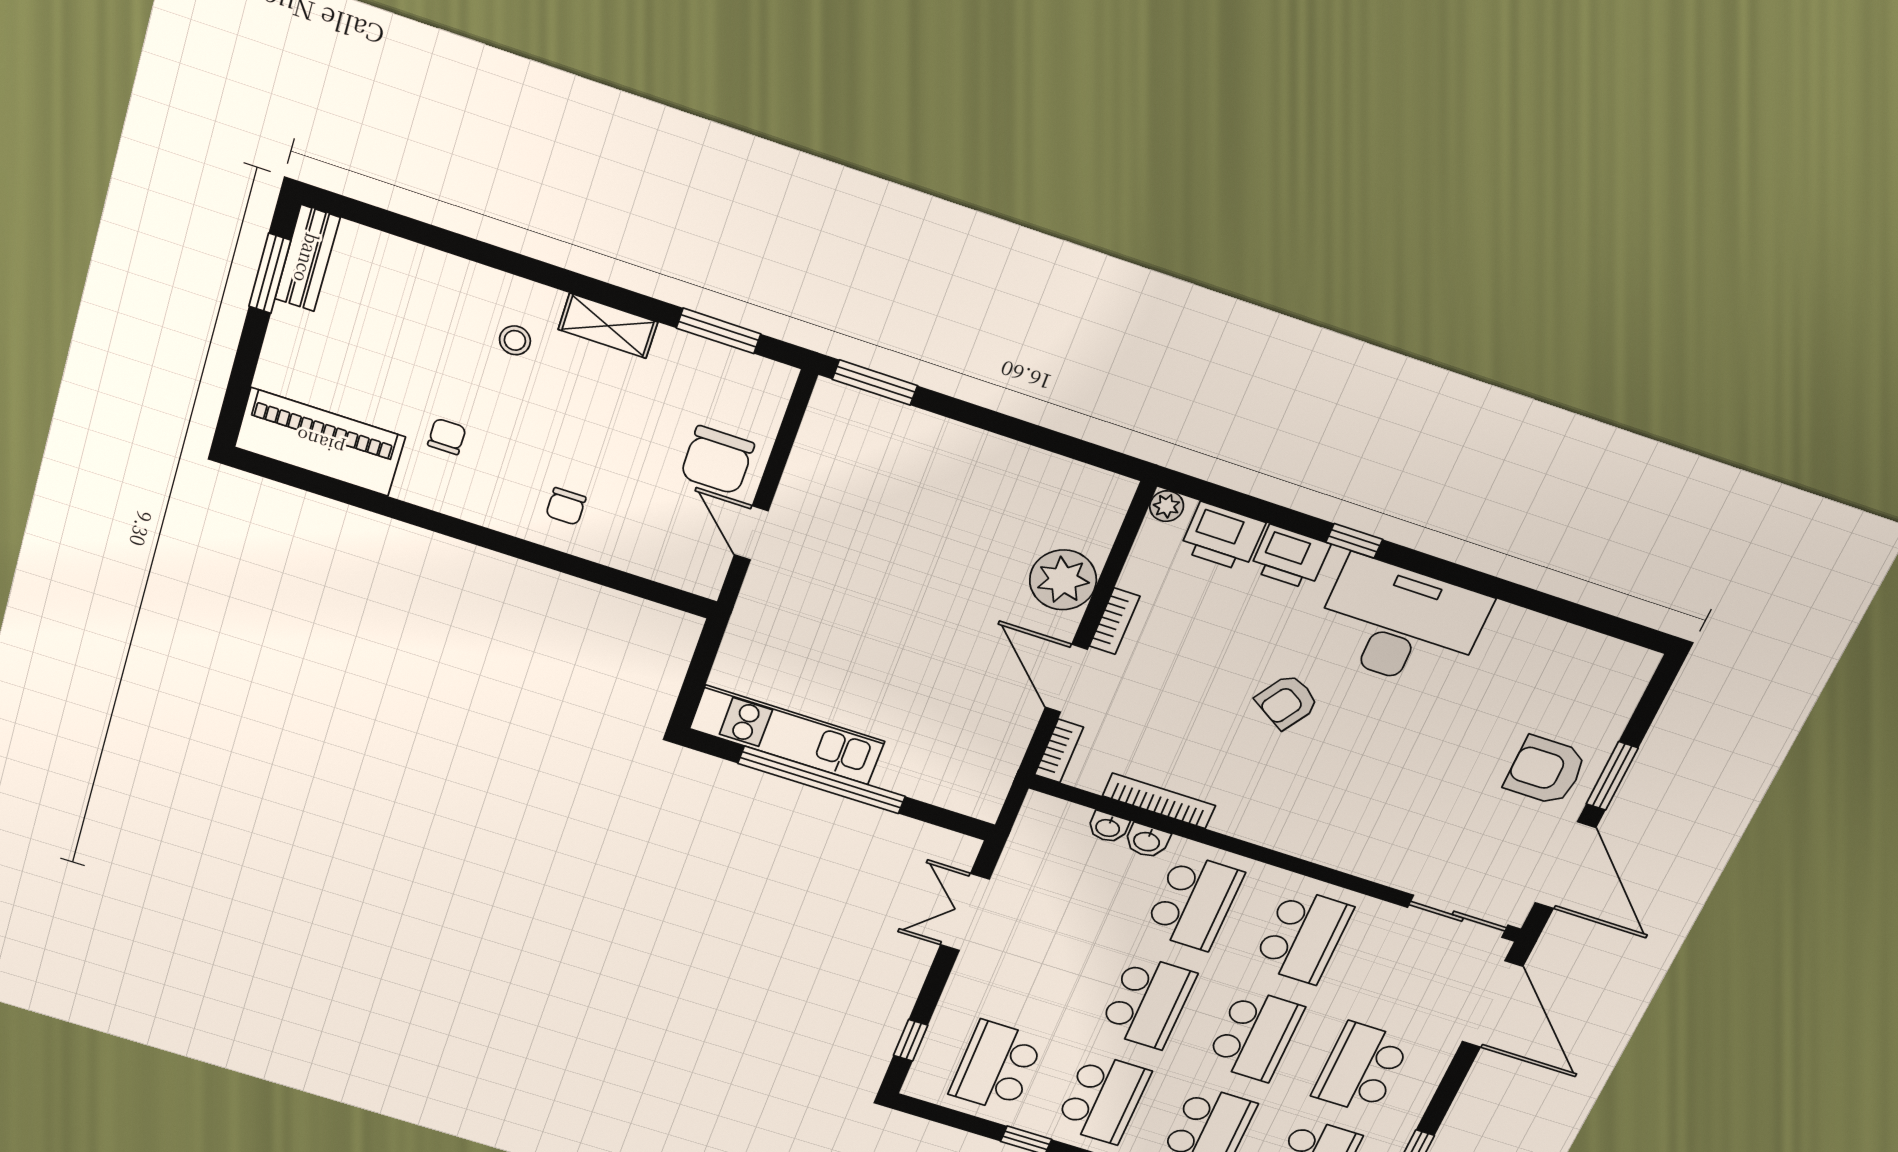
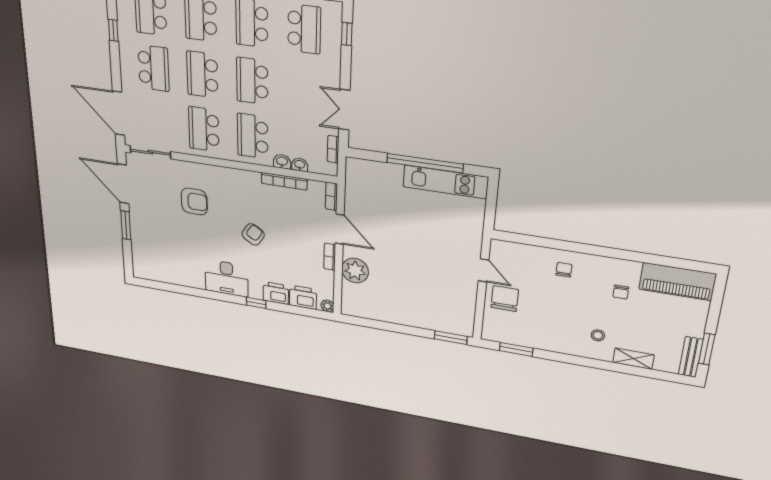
shelving: (608, 326) -> (633, 359), moved
desk: (1400, 624) -> (227, 278), width x0.73, depth x0.77
armchair: (1546, 770) -> (194, 202), moved
bookcase: (1019, 843) -> (333, 149), added
double door: (965, 912) -> (344, 110), swing flipped

